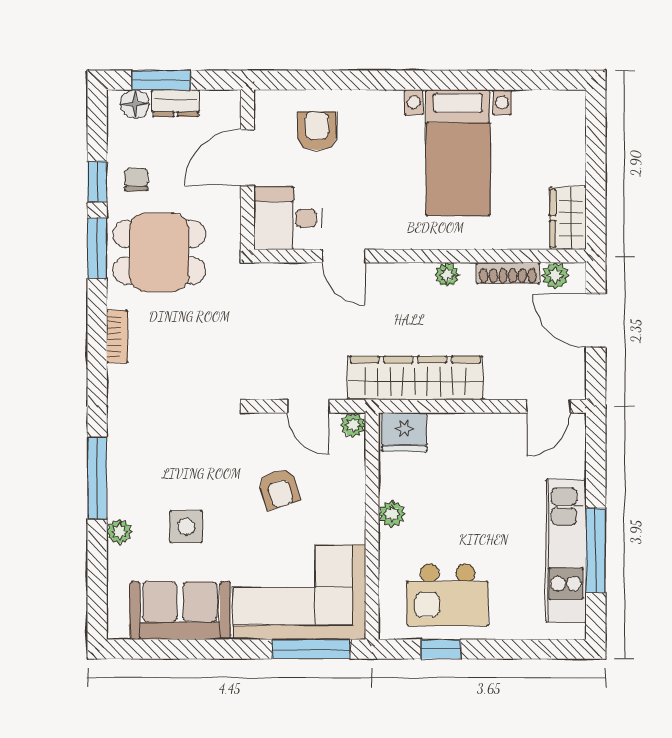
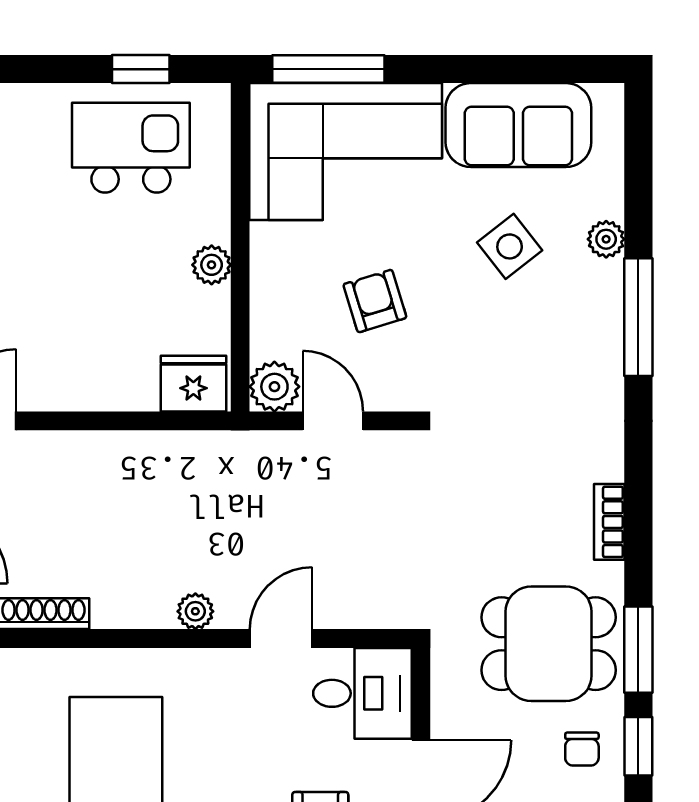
door: (344, 256) -> (281, 639), hinge flipped
plant: (447, 275) -> (195, 611), moved
wardrobe: (415, 378) -> (178, 462), removed
plant: (353, 425) -> (274, 387), width x1.38, depth x1.38
side table: (186, 527) -> (510, 246), turned -38

